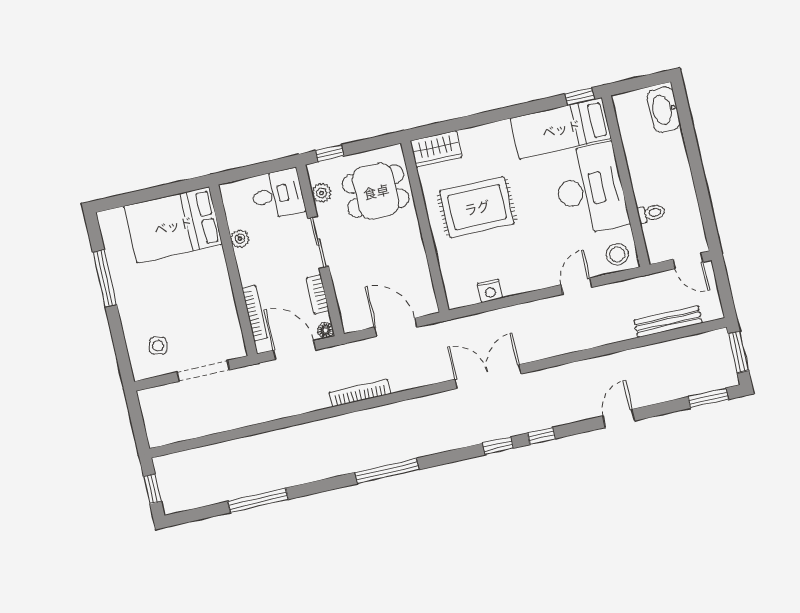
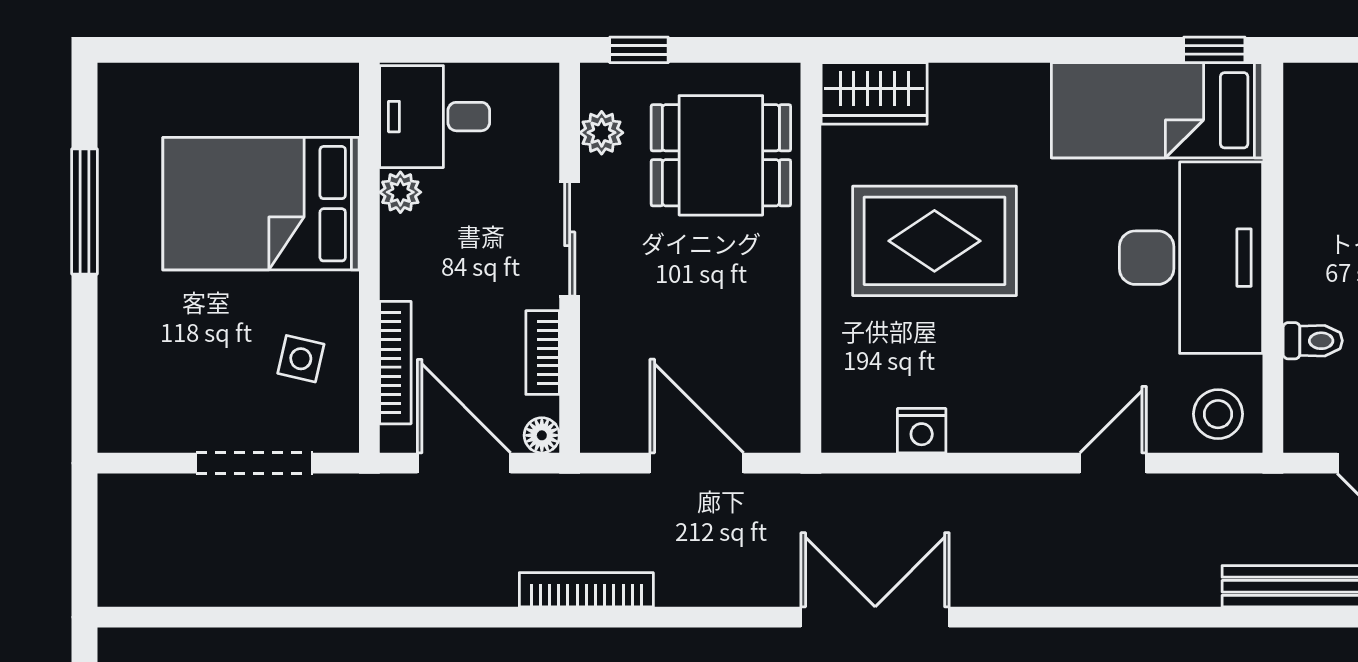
desk: (277, 194) -> (435, 117), moved, turned 180
bed: (173, 225) -> (261, 204), moved
side table: (158, 346) -> (301, 359), moved

